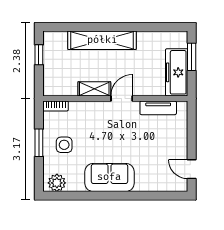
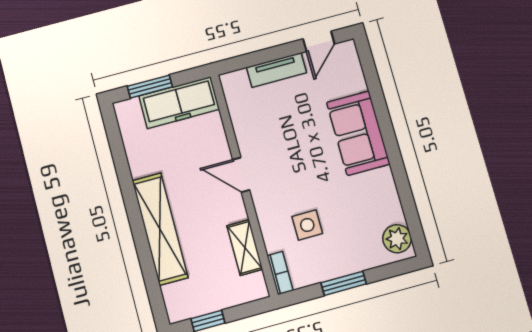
shelving: (94, 89) -> (245, 247), moved
tv unit: (158, 108) -> (276, 70), moved, turned 90
side table: (64, 145) -> (307, 225), moved
sofa: (109, 177) -> (358, 133), moved

